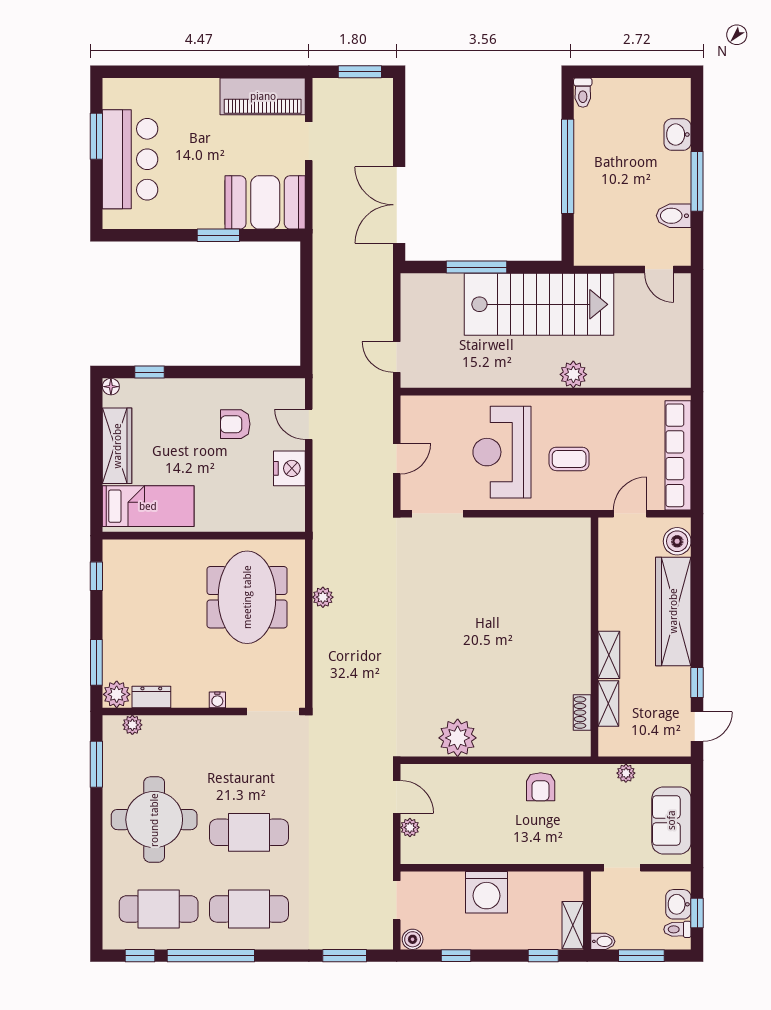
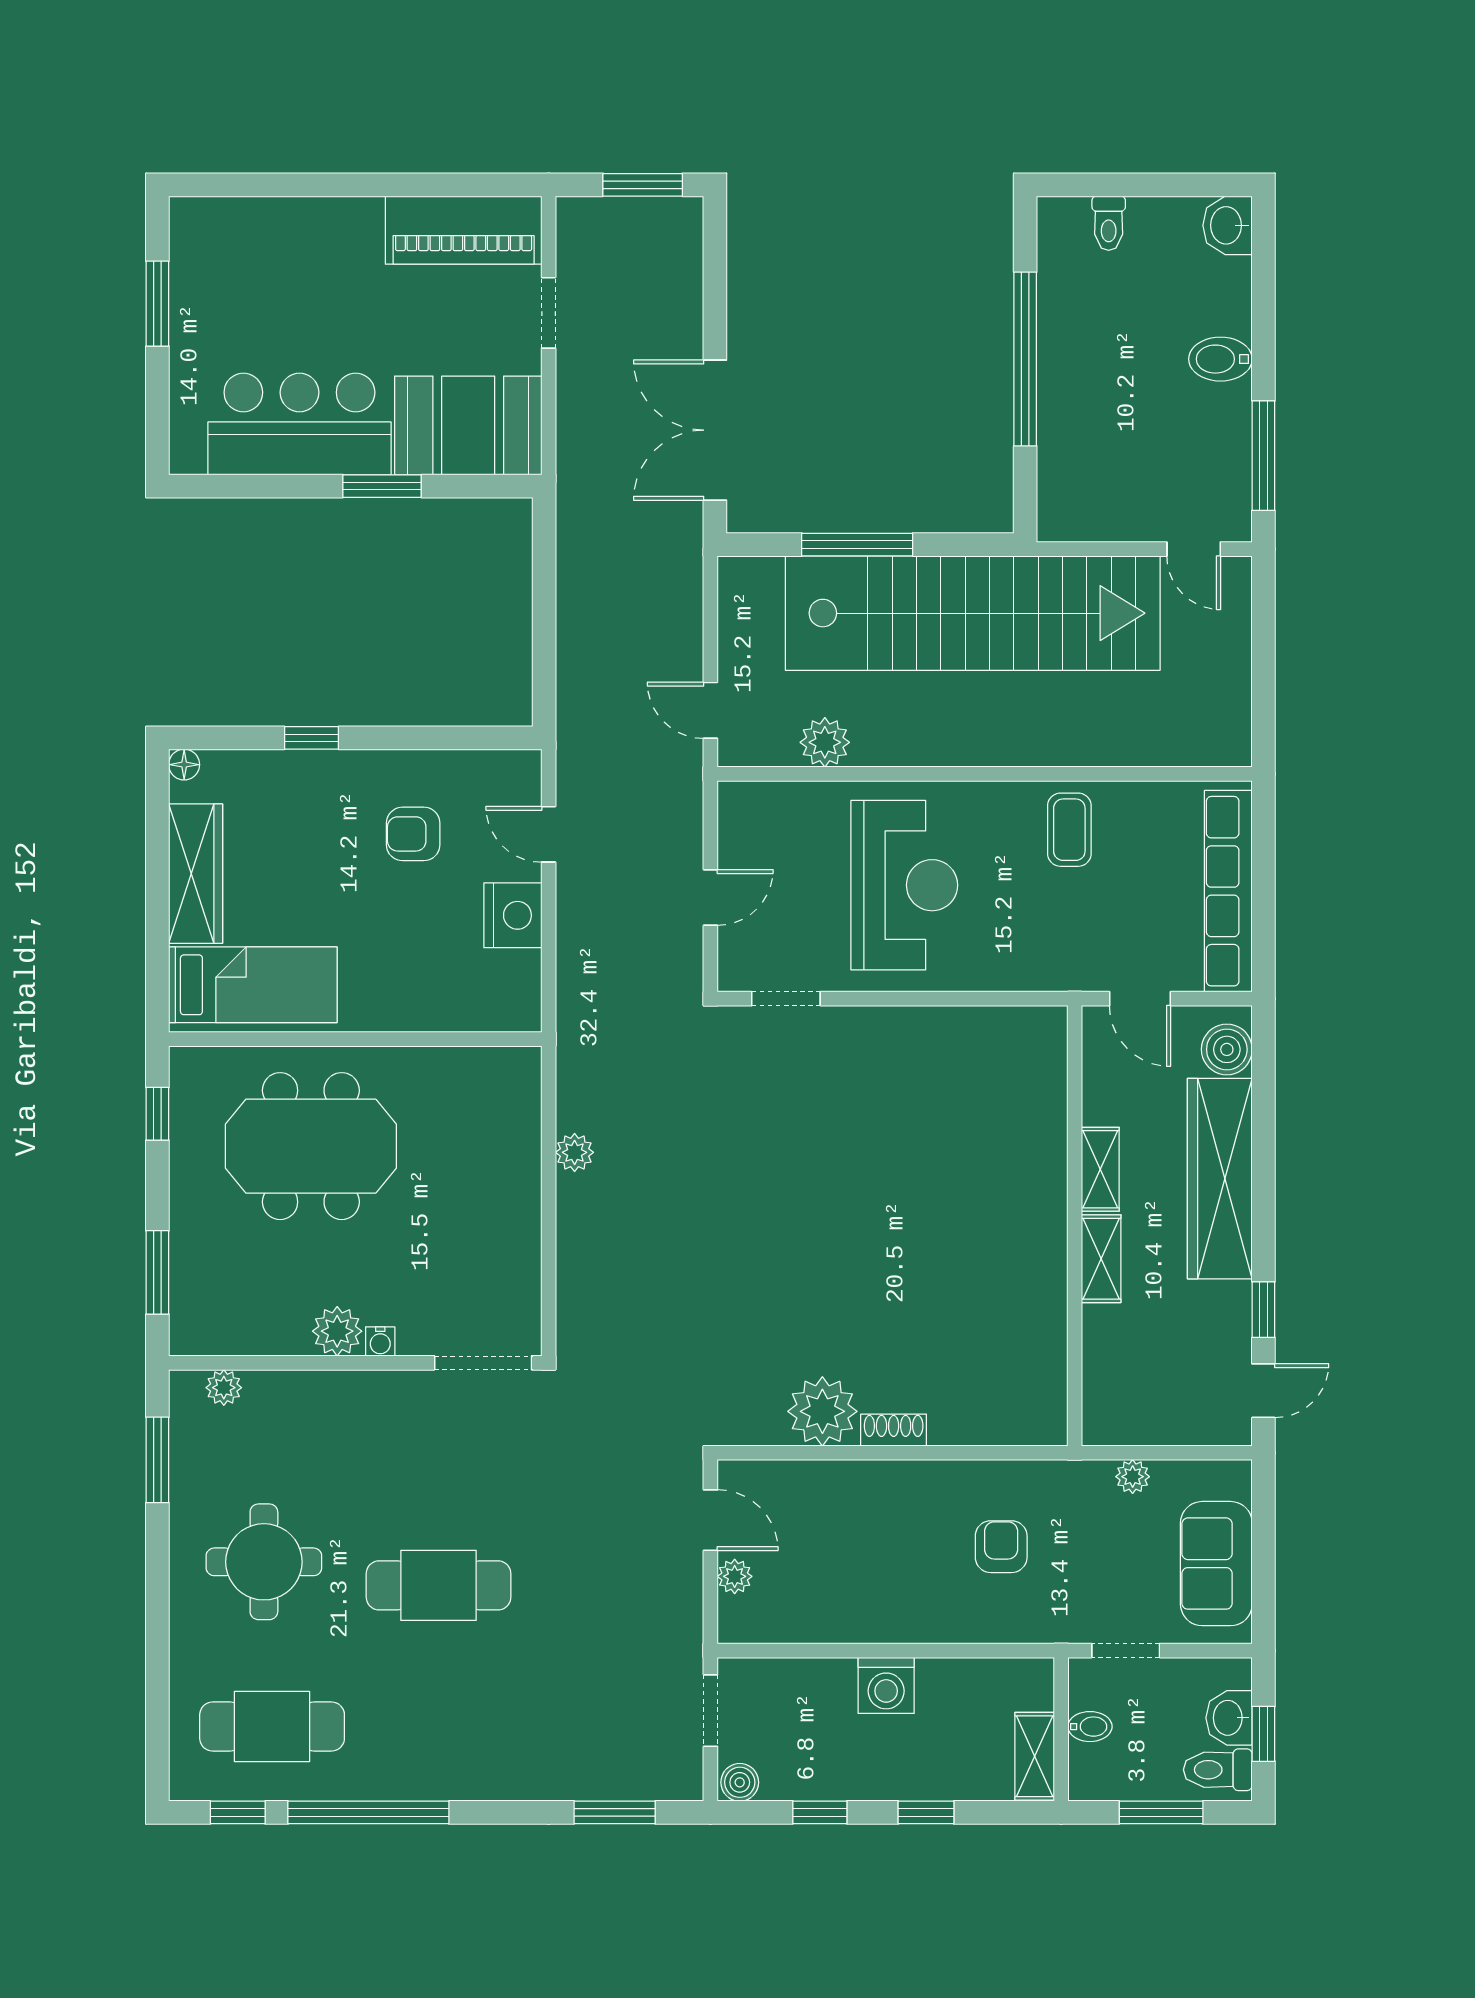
toilet: (583, 93) -> (1109, 223), moved
washbasin: (678, 135) -> (1228, 225), moved
bar counter: (130, 159) -> (299, 424), moved, turned -90
window: (697, 181) -> (1263, 456), moved
bidet: (674, 216) -> (1220, 359), moved
stairs: (539, 304) -> (973, 613), width x1.36
window: (150, 372) -> (311, 738), moved
plant: (573, 374) -> (825, 742), moved
reception desk: (502, 452) -> (904, 885), turned 180
coffee table: (569, 459) -> (1069, 830), moved, turned 90
doorway: (438, 514) -> (786, 999), width x0.73
door: (630, 514) -> (1140, 999), swing flipped
meeting table: (247, 597) -> (311, 1146), moved, turned 90
plant: (117, 694) -> (337, 1331), moved
dresser: (151, 697) -> (259, 1336), removed
shelving: (608, 703) -> (1100, 1169), moved
shoe rack: (582, 713) -> (894, 1430), moved, turned 90
armchair: (541, 787) -> (1001, 1547), moved, turned 180
round table: (154, 820) -> (264, 1562), width x0.73, depth x0.73
washing machine: (486, 892) -> (886, 1685), width x0.73, depth x0.73
cafe table: (249, 909) -> (439, 1727), removed
toilet: (677, 929) -> (1218, 1770), width x1.37, depth x1.39
bidet: (603, 941) -> (1090, 1727), moved
window: (543, 956) -> (926, 1812), moved

